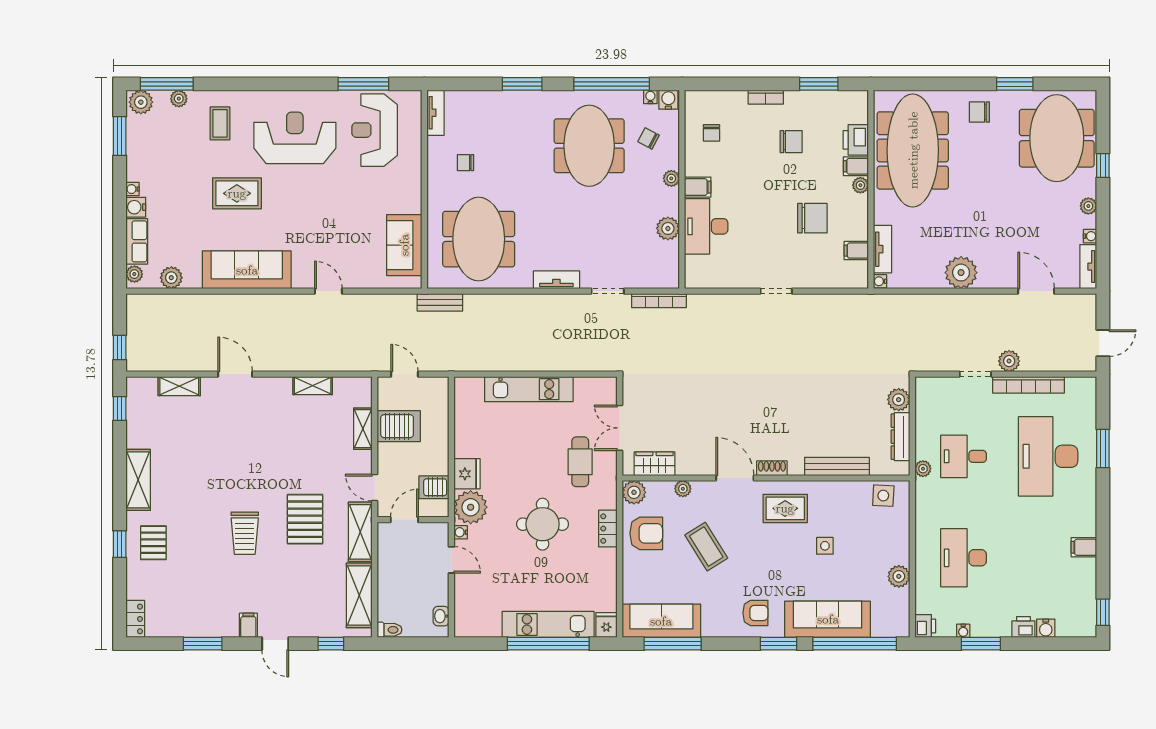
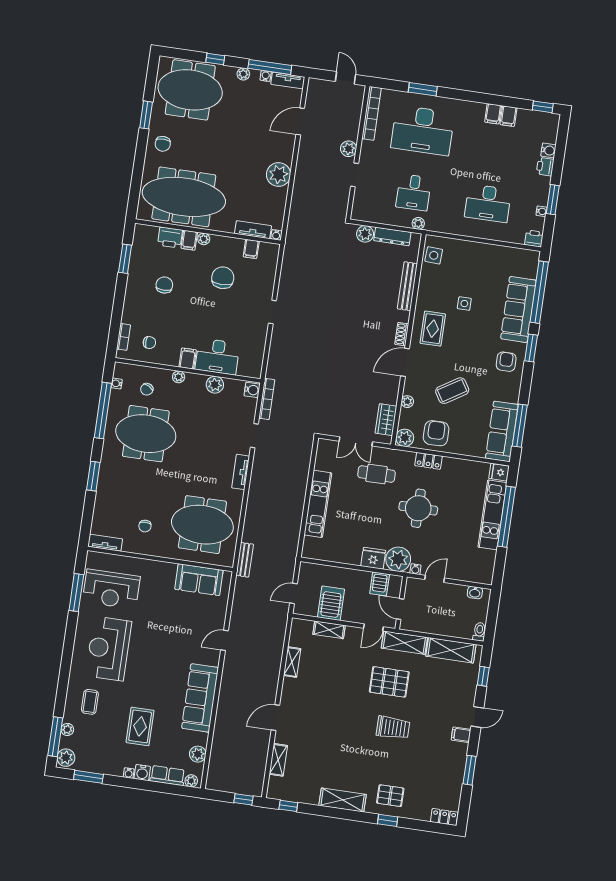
bookcase: (766, 97) -> (124, 337), moved
water cooler: (668, 100) -> (252, 390), moved, turned 180
coffee table: (220, 123) -> (90, 702), turned 90
rug: (237, 193) -> (140, 726), moved
window: (1103, 240) -> (270, 67), added
bookcase: (1029, 385) -> (372, 113), moved
filing cabinet: (1084, 568) -> (508, 116), added
plant: (899, 576) -> (495, 253), removed

